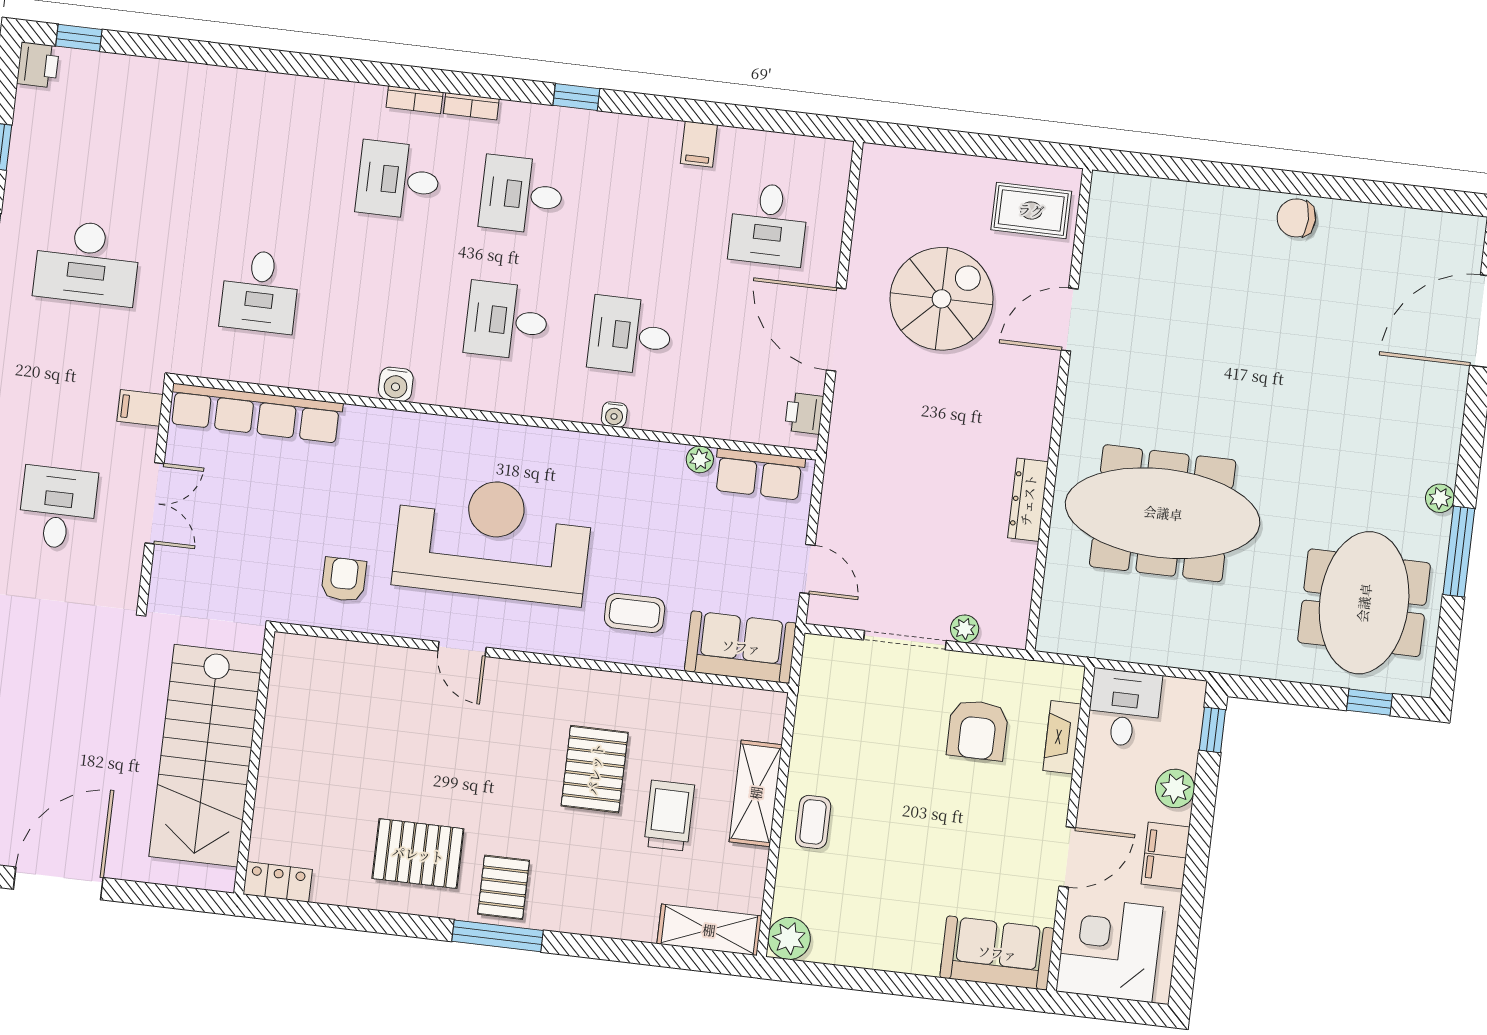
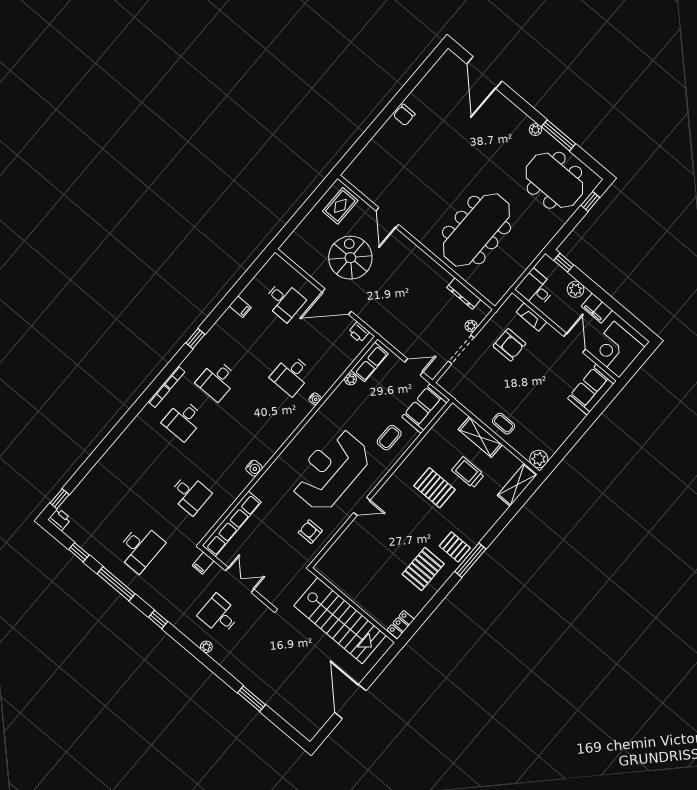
desk: (507, 321) -> (257, 415), removed
dresser: (1028, 500) -> (464, 294), moved

